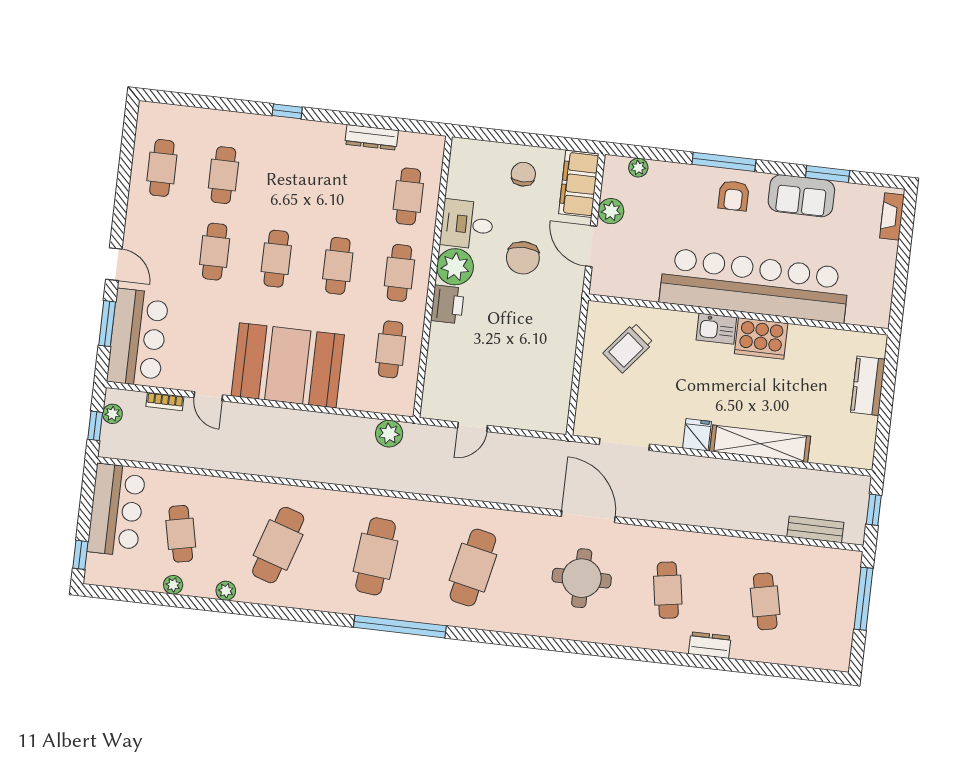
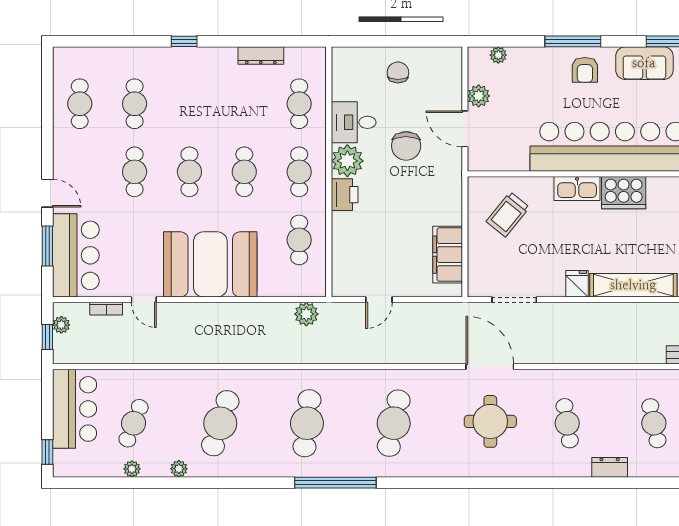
filing cabinet: (579, 184) -> (448, 255), moved
kitchen sink: (716, 329) -> (577, 189), width x1.38
cafe table: (181, 534) -> (134, 423), turned 33

